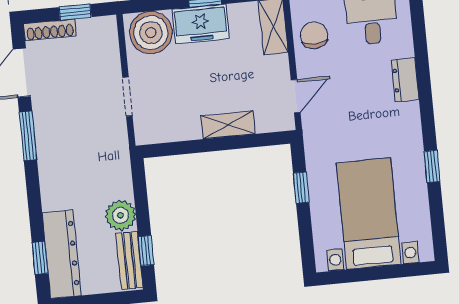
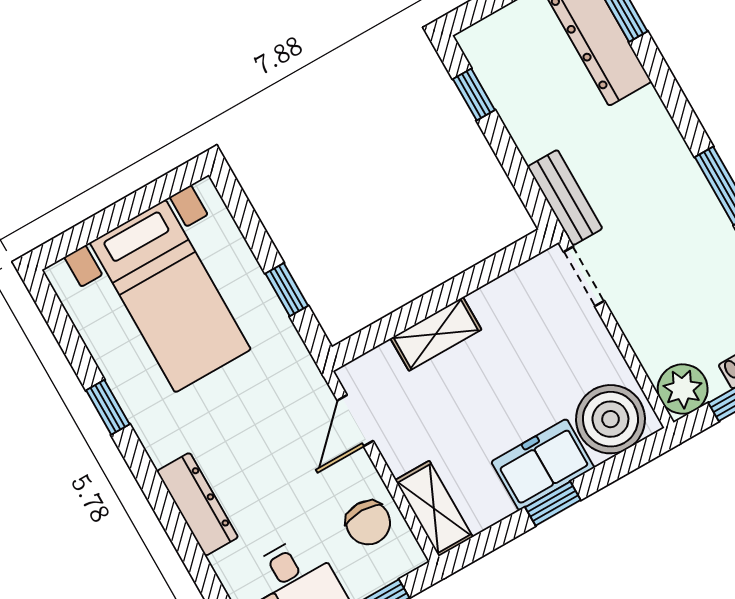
dresser: (405, 80) -> (197, 504), width x1.44
doorway: (127, 97) -> (584, 276), moved
plant: (120, 215) -> (683, 389), moved
bench: (129, 260) -> (565, 198), moved

